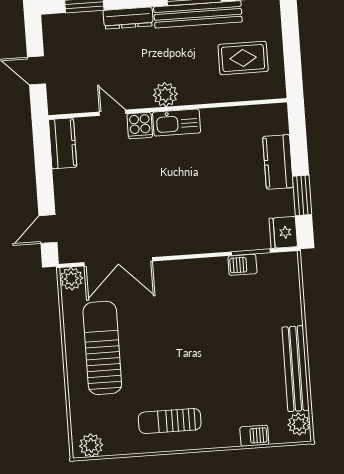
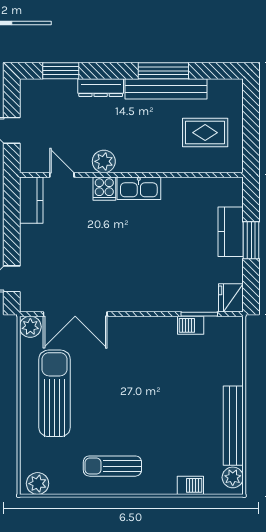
plant: (165, 95) -> (104, 161), moved
door: (112, 113) -> (62, 175), moved
window: (302, 195) -> (251, 240), moved

